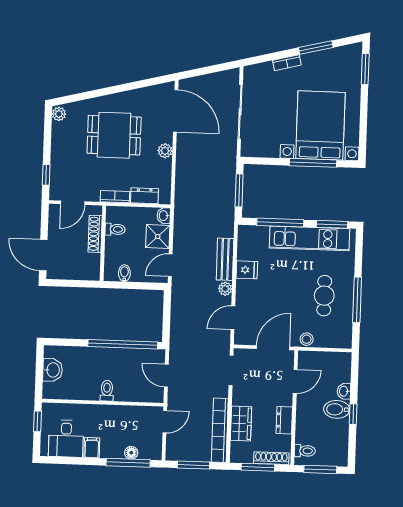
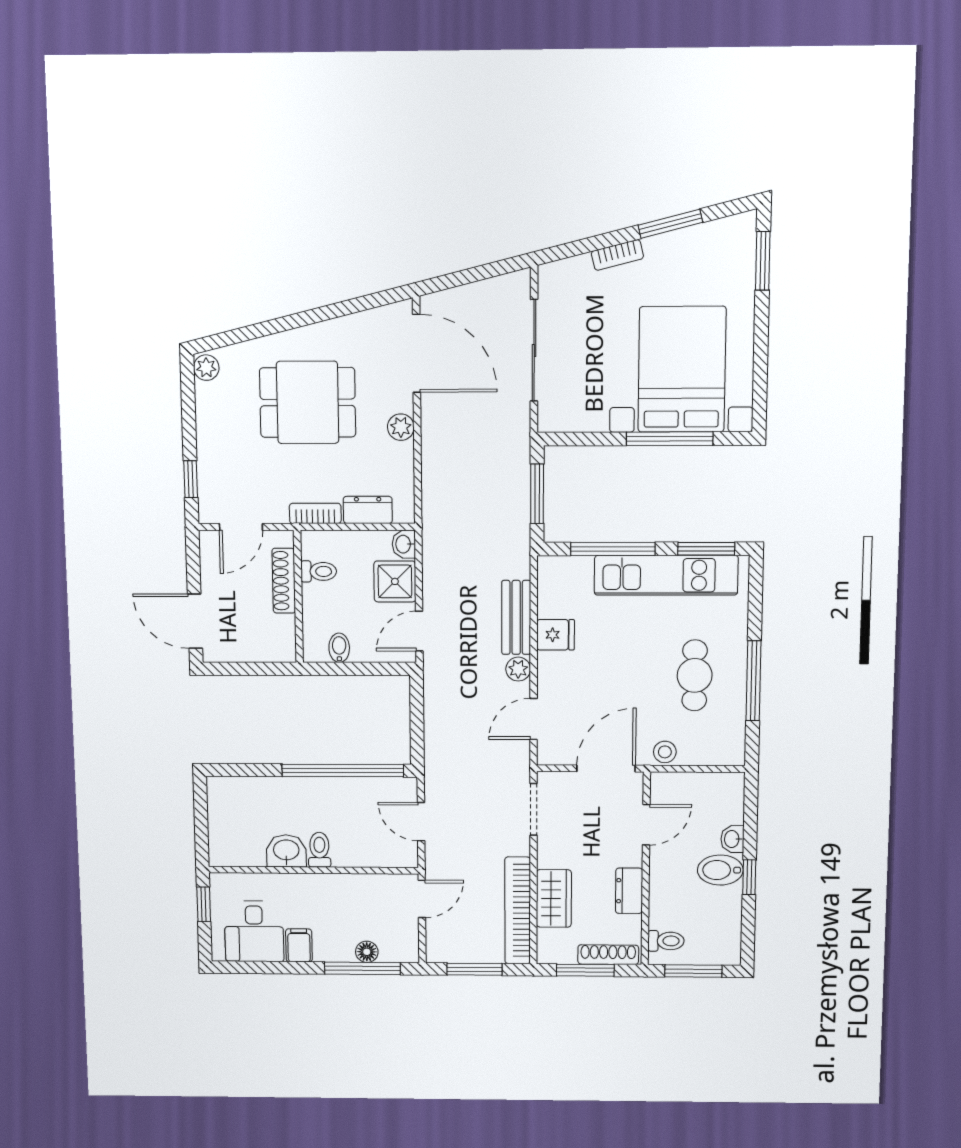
washbasin: (53, 370) -> (286, 851), moved, turned -90

